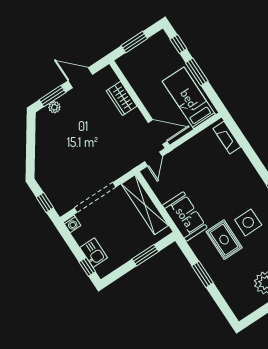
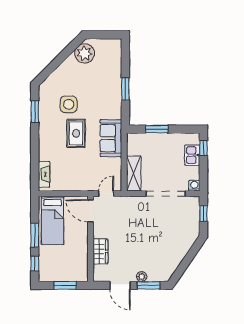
plant: (54, 107) -> (142, 277), moved
shelving: (145, 205) -> (134, 173), width x0.68
rug: (224, 240) -> (76, 133), moved

